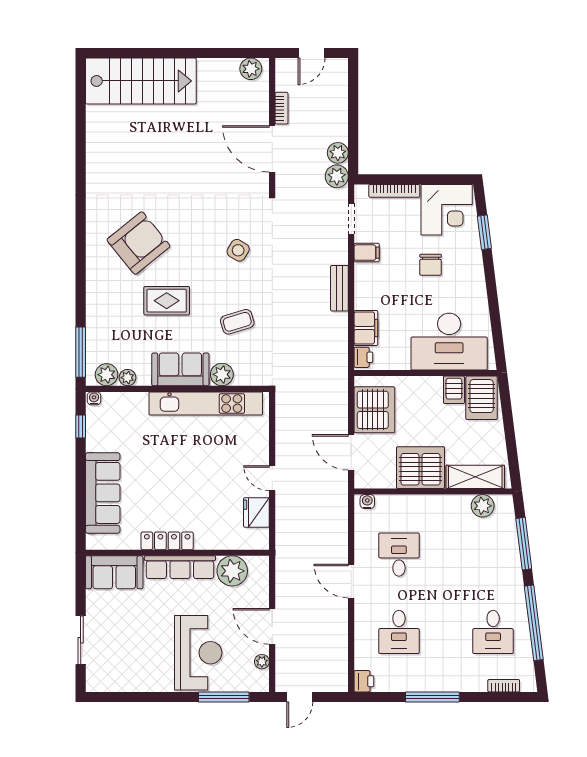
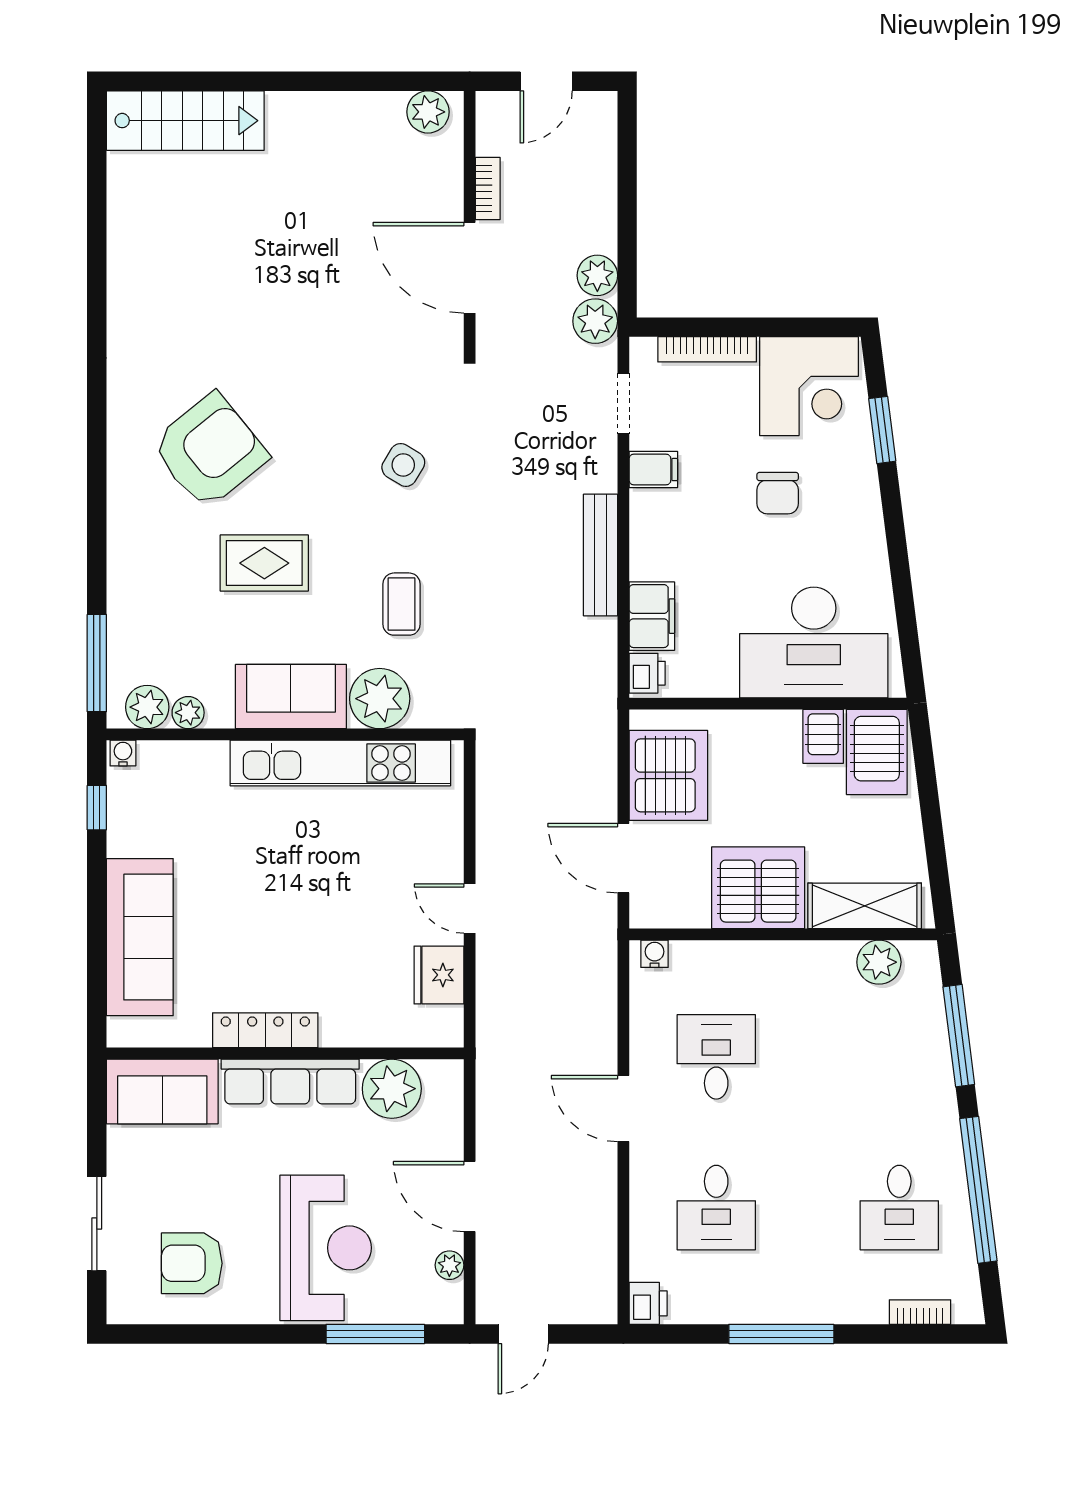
stairs: (141, 81) -> (185, 121), width x0.73, depth x0.66
bench: (339, 288) -> (600, 555), width x1.36
coffee table: (237, 322) -> (402, 604), turned -73
plant: (222, 374) -> (380, 699), width x1.36, depth x1.36
armchair: (129, 661) -> (192, 1263), added

